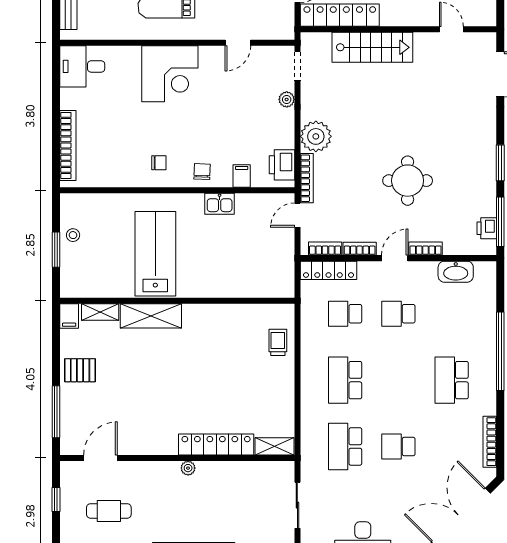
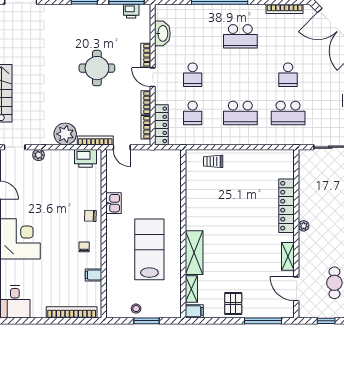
filing cabinet: (242, 176) -> (94, 275), moved
lab bench: (155, 254) -> (149, 249), turned 90
shelving: (274, 446) -> (288, 256), moved

